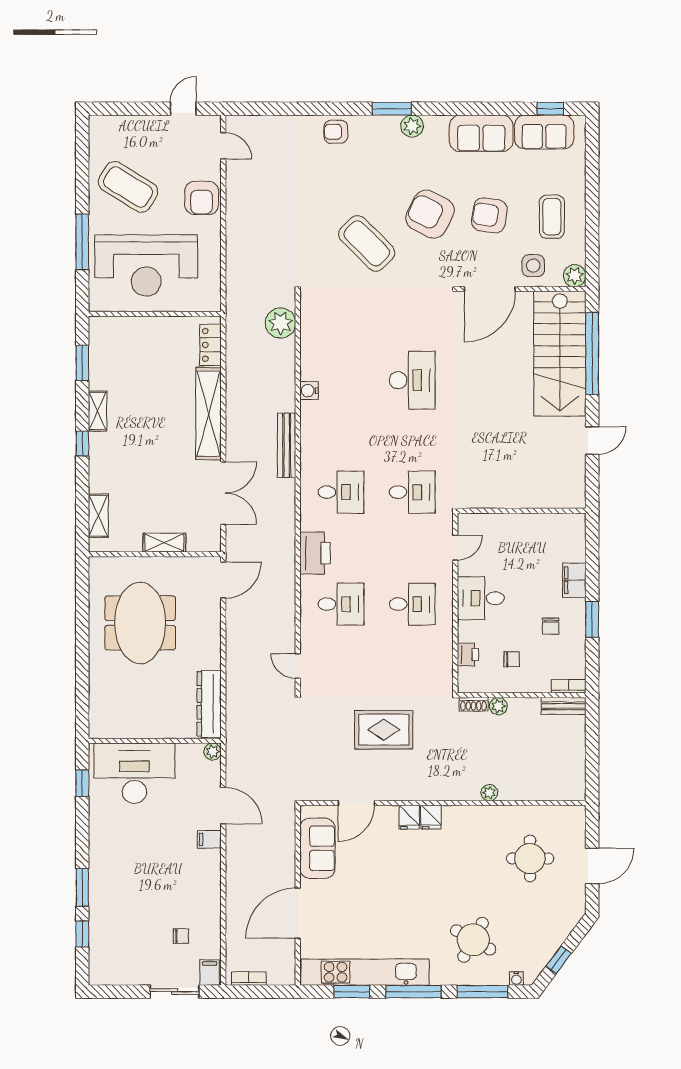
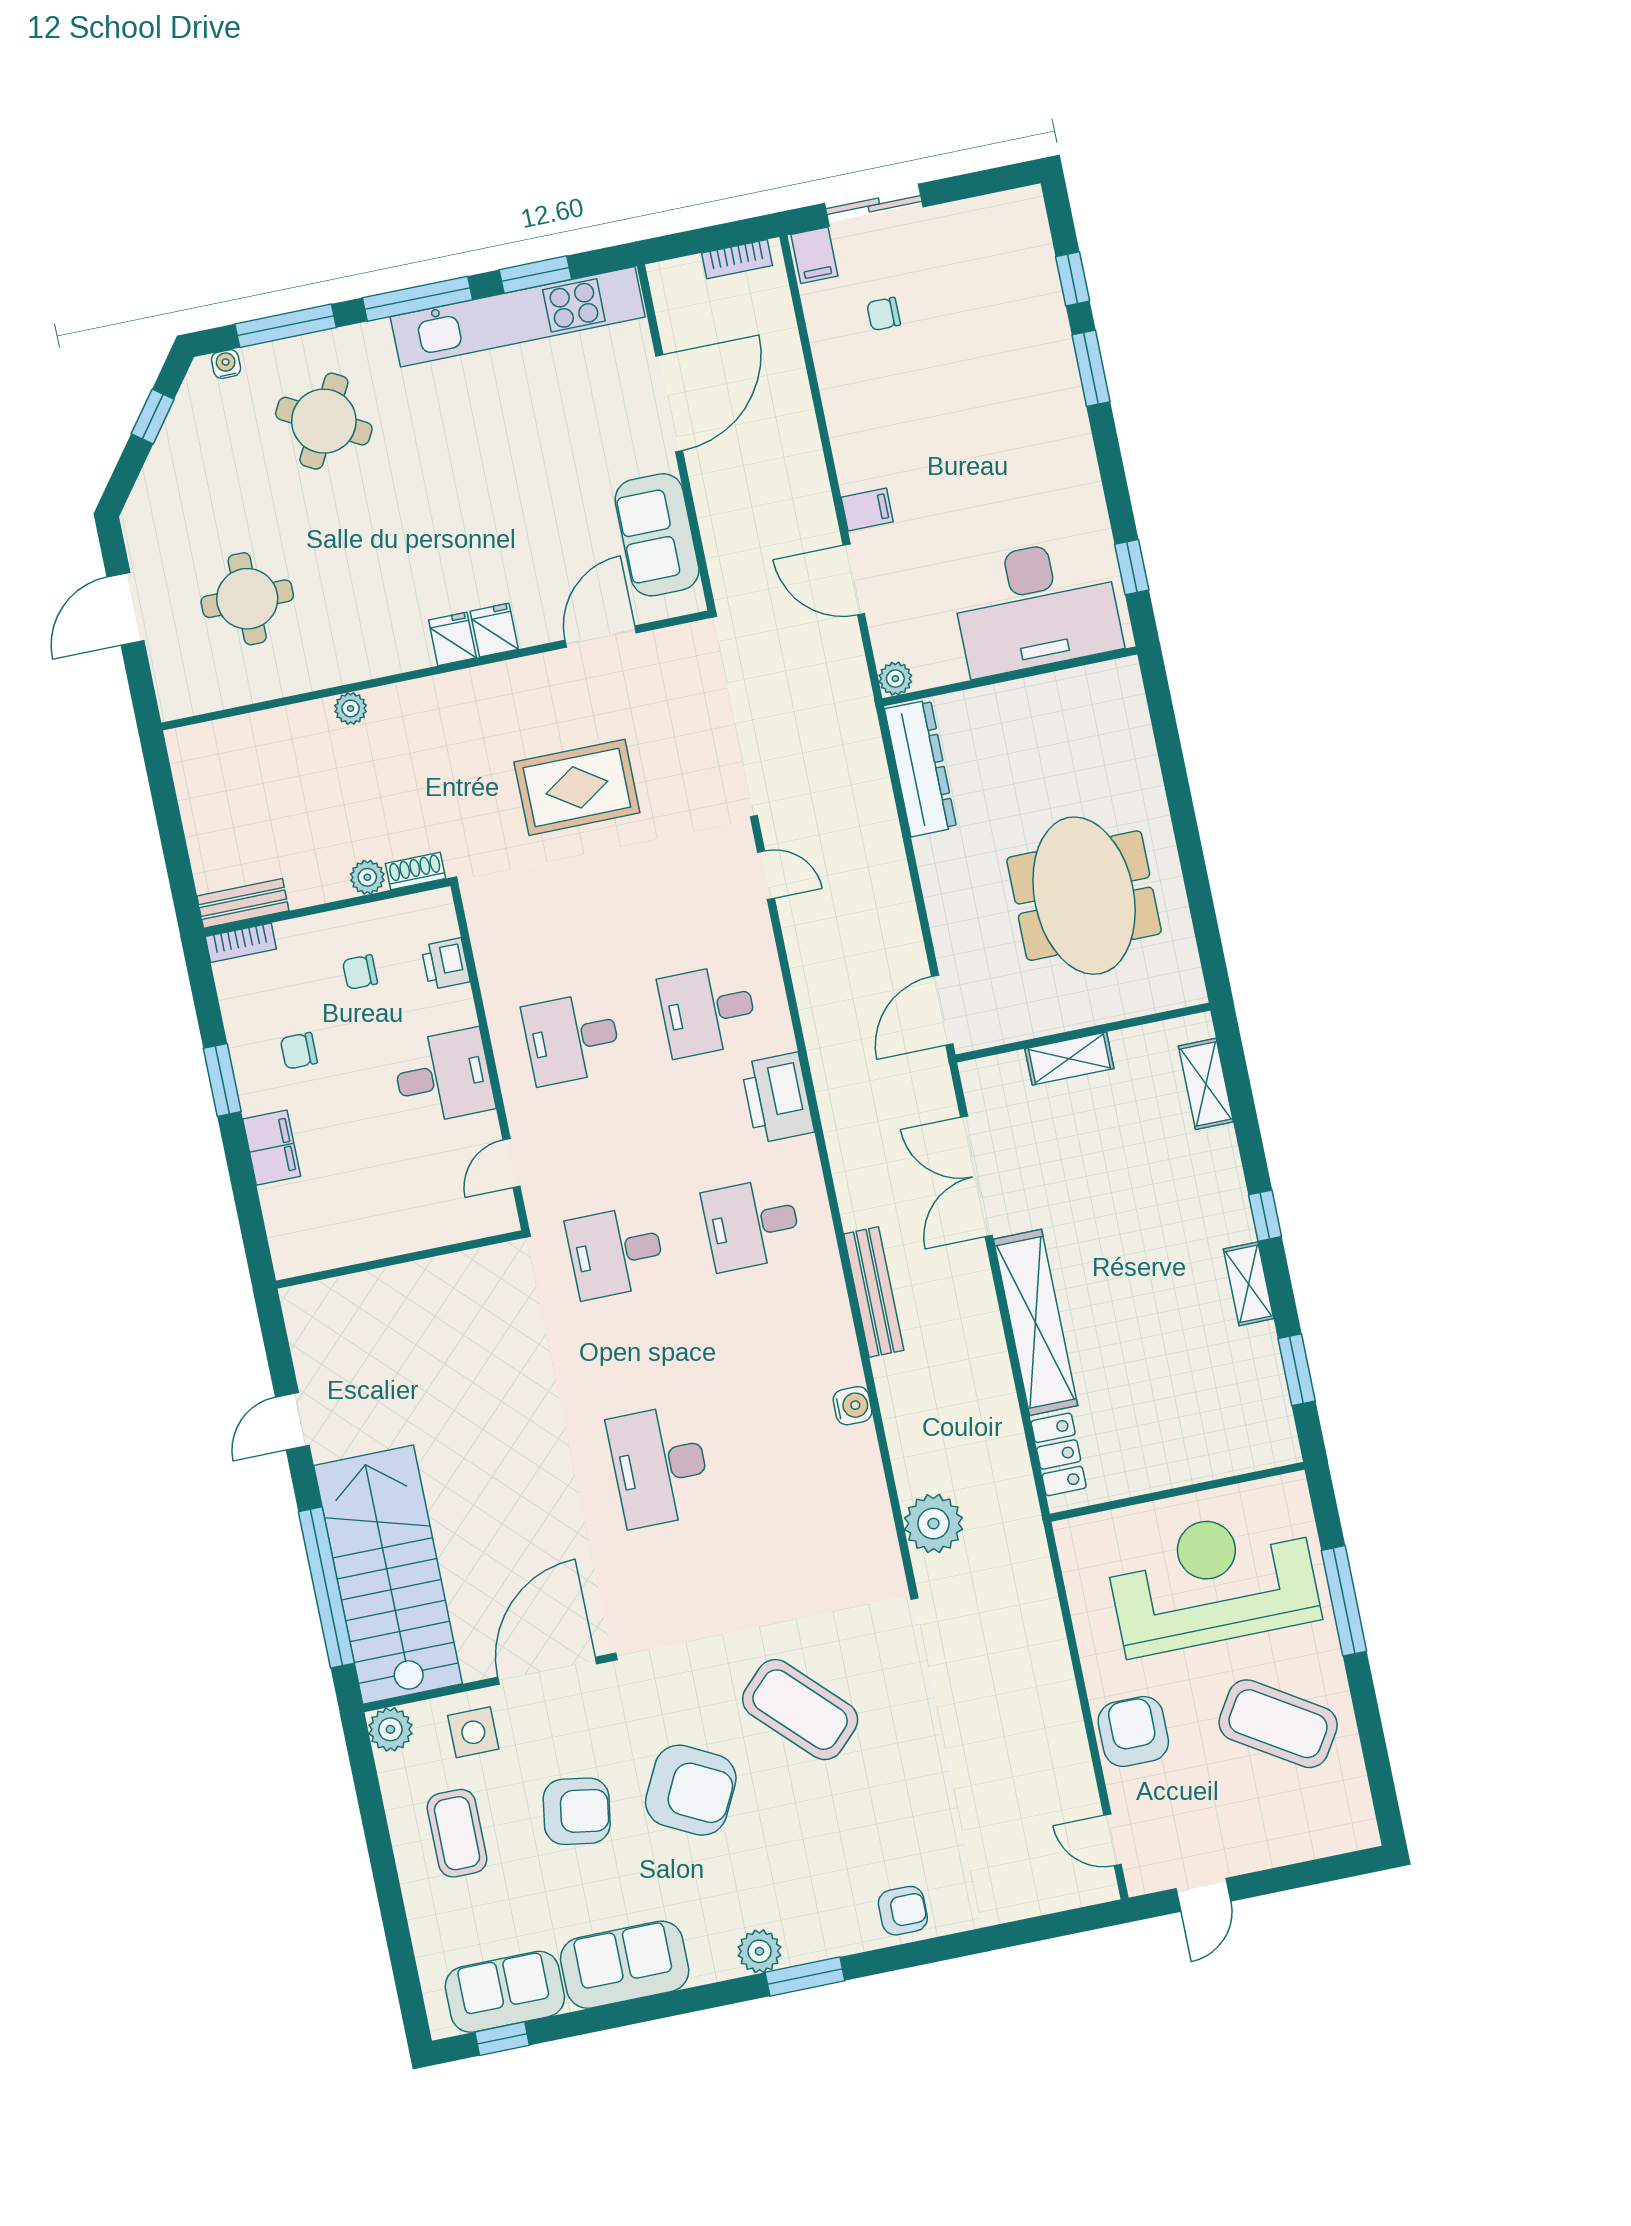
chair: (551, 626) -> (299, 1051), turned -90

